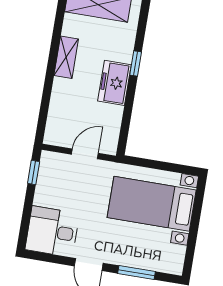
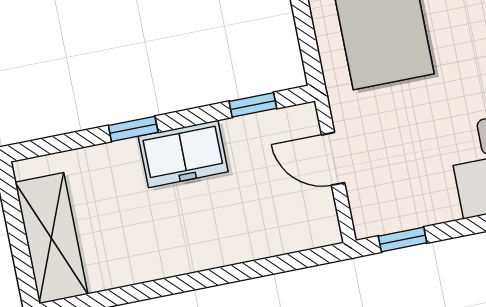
shelving: (66, 57) -> (170, 260), removed
window: (125, 125) -> (253, 105), added

